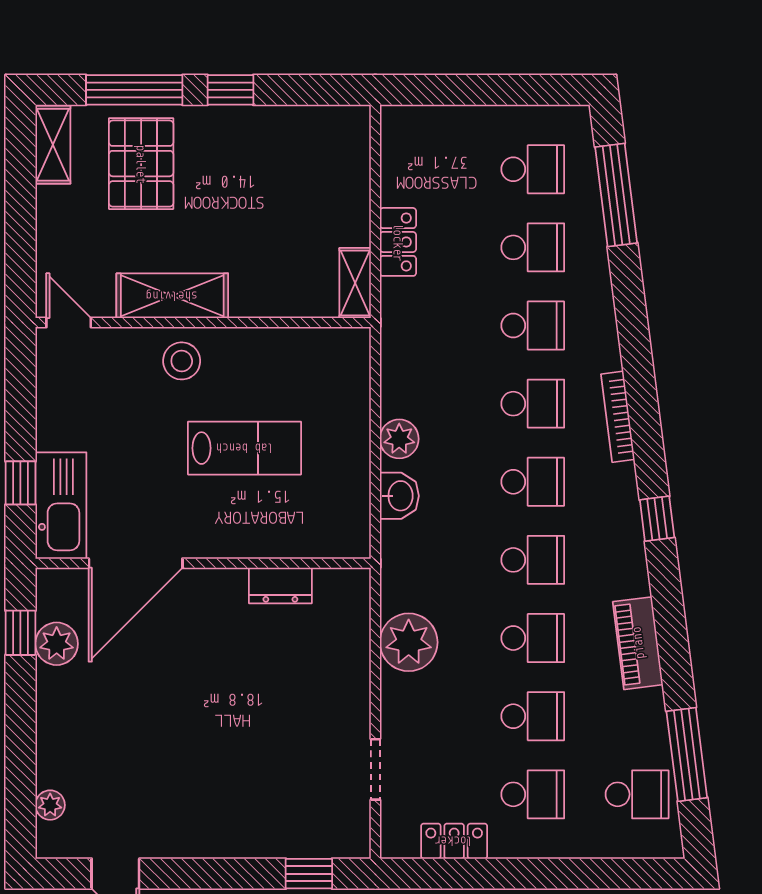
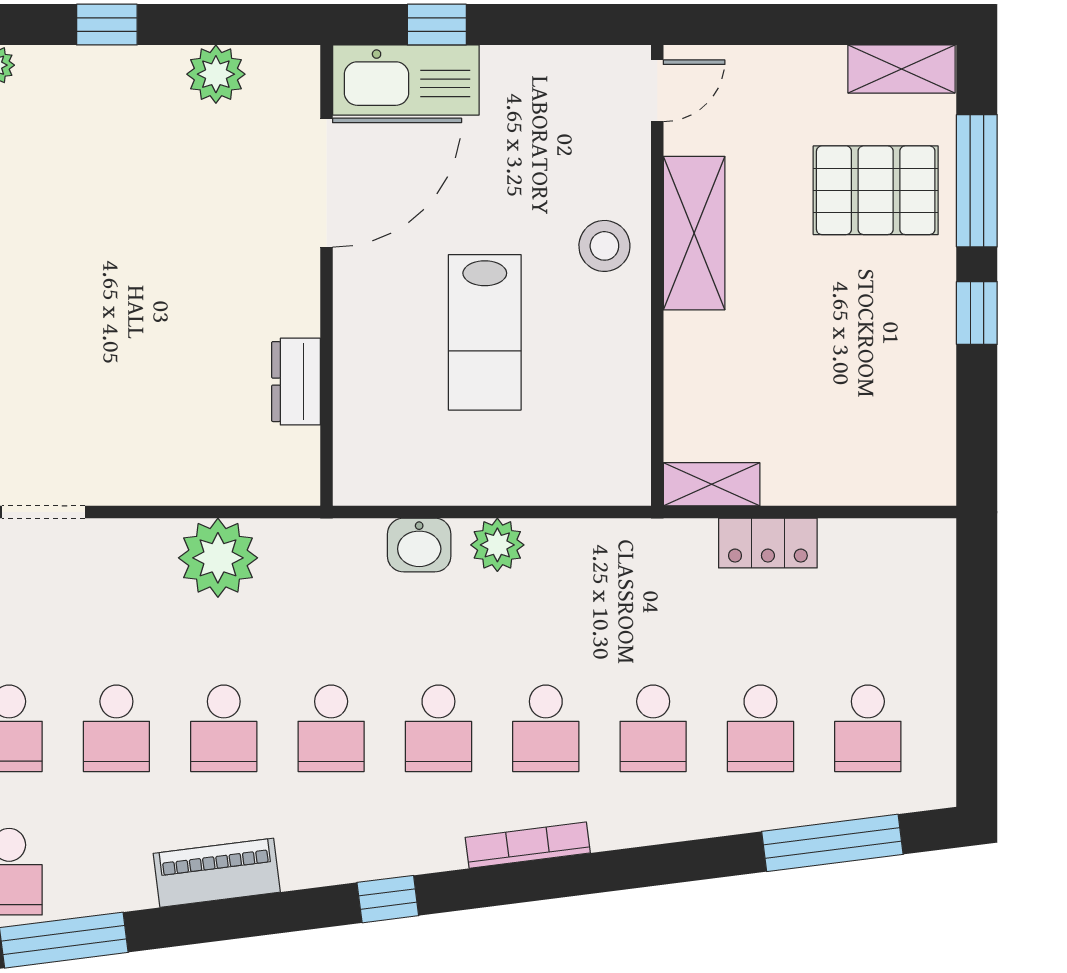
door: (136, 563) -> (326, 183), swing flipped
window: (20, 633) -> (107, 25), moved

